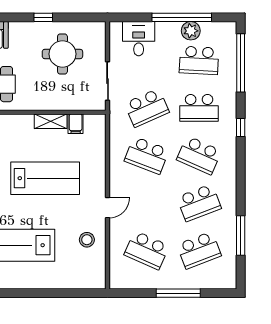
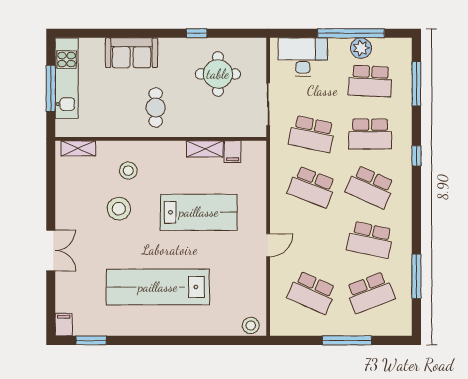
desk: (139, 39) -> (303, 57), width x1.37
window: (241, 63) -> (416, 84), width x0.68
school desk: (147, 108) -> (312, 134), turned 36
school desk: (199, 203) -> (370, 240), turned 33
stool: (87, 240) -> (251, 325), moved

